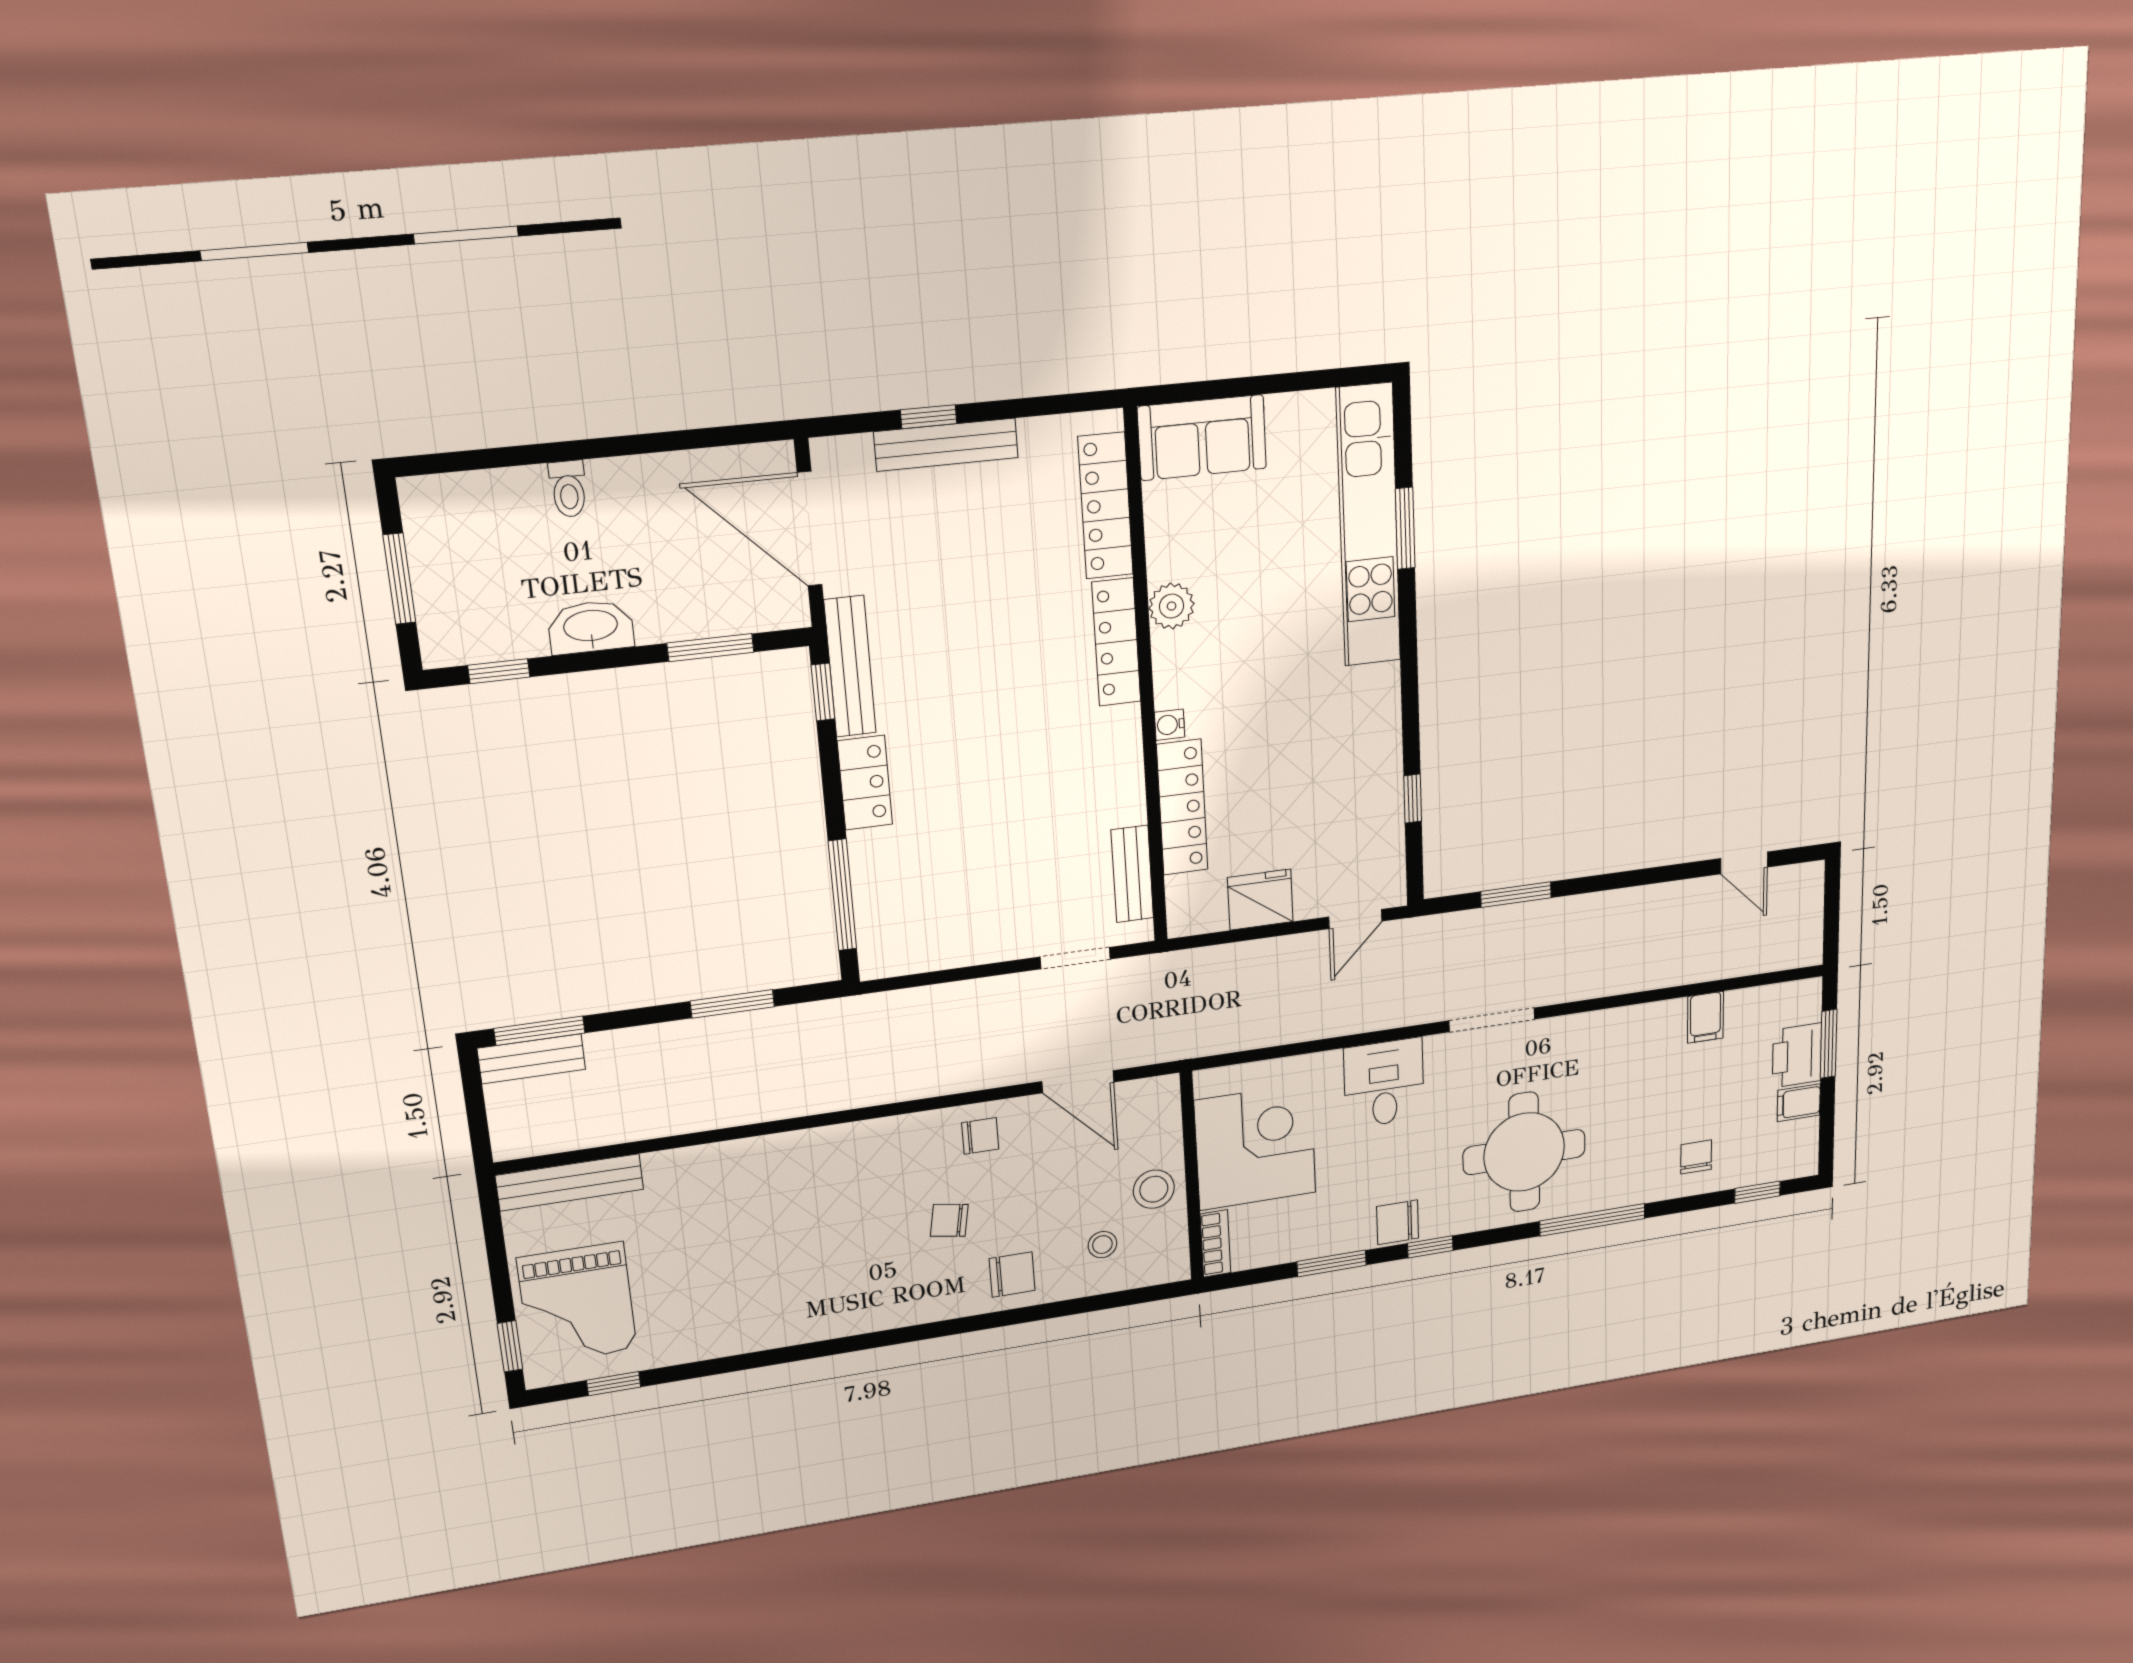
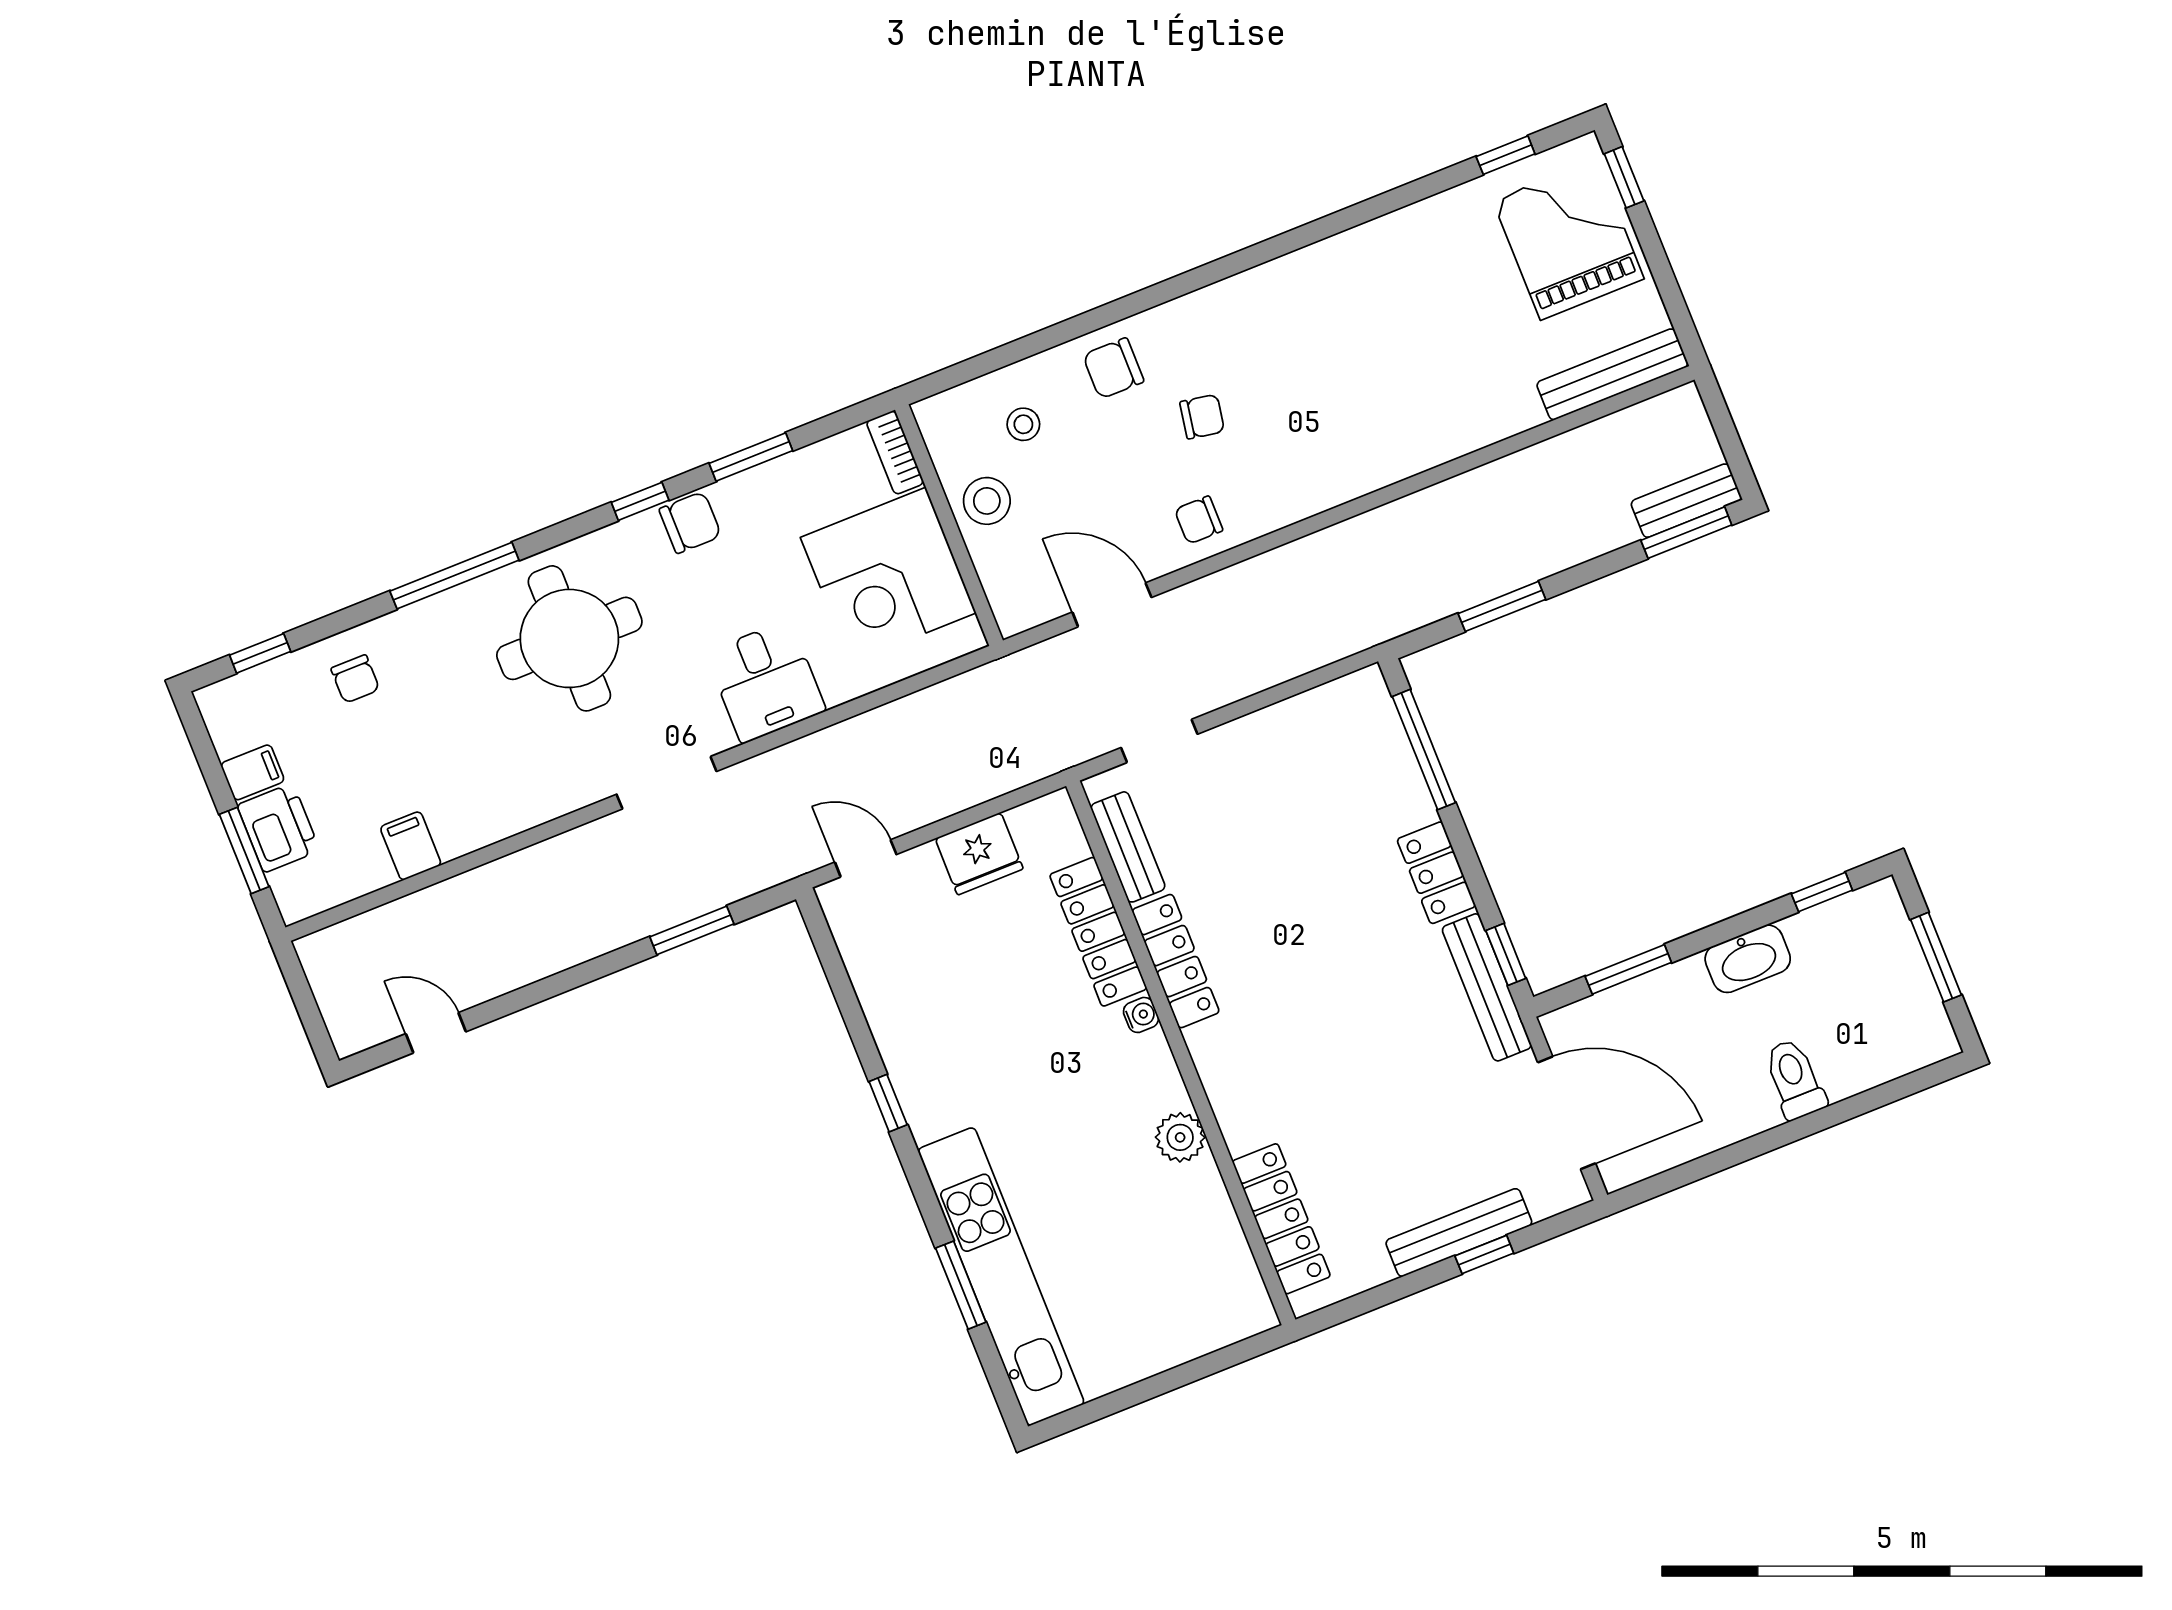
sofa: (1202, 438) -> (1206, 1314), removed
toilet: (568, 489) -> (1795, 1079), width x1.37, depth x1.39
locker: (1116, 642) -> (1176, 961), moved
window: (1413, 799) -> (888, 1103), moved
door: (1355, 919) -> (866, 858), hinge flipped

